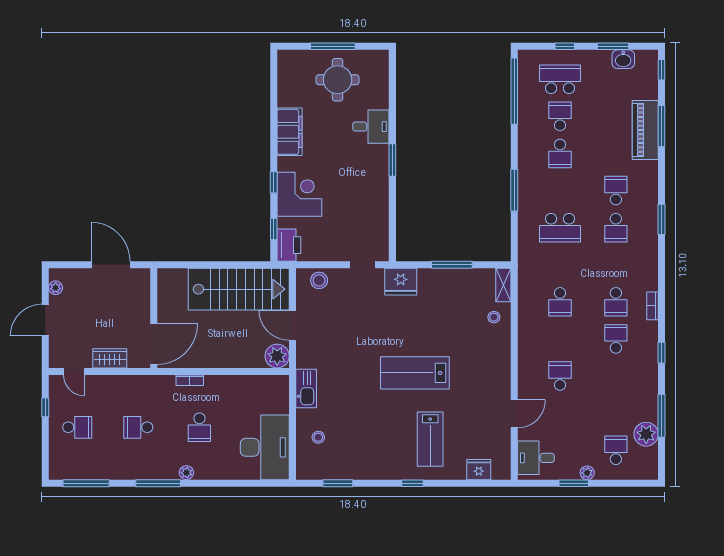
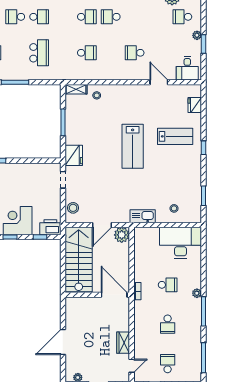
wall: (154, 318) -> (97, 295), moved
door: (154, 344) -> (114, 295), moved

